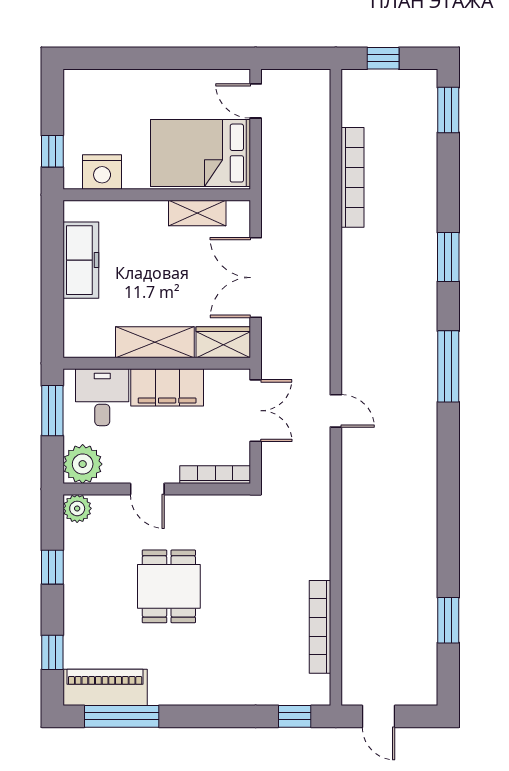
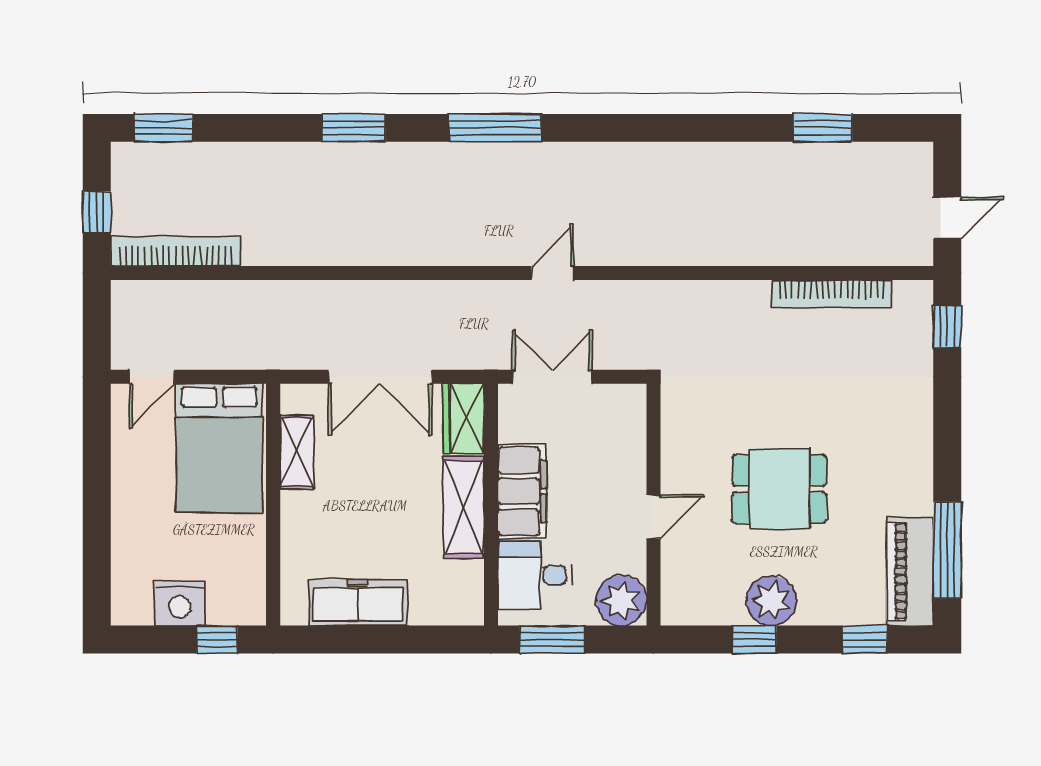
nightstand: (102, 172) -> (180, 603), moved, turned 90
bookcase: (353, 177) -> (176, 251), moved
bookcase: (215, 475) -> (635, 429), removed
plant: (77, 508) -> (771, 601), moved, width x1.36, depth x1.36

